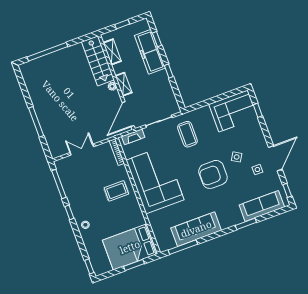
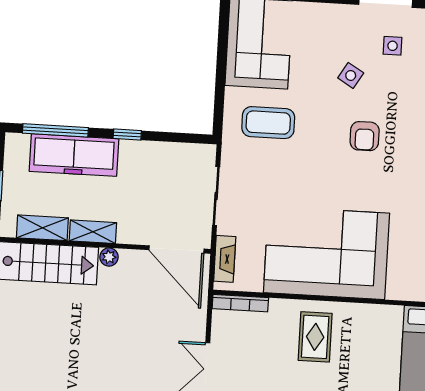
window: (157, 39) -> (55, 130), width x2.17
shelving: (124, 84) -> (93, 232), moved
coffee table: (187, 134) -> (268, 123), moved
armchair: (213, 174) -> (365, 136), width x0.53, depth x0.53

